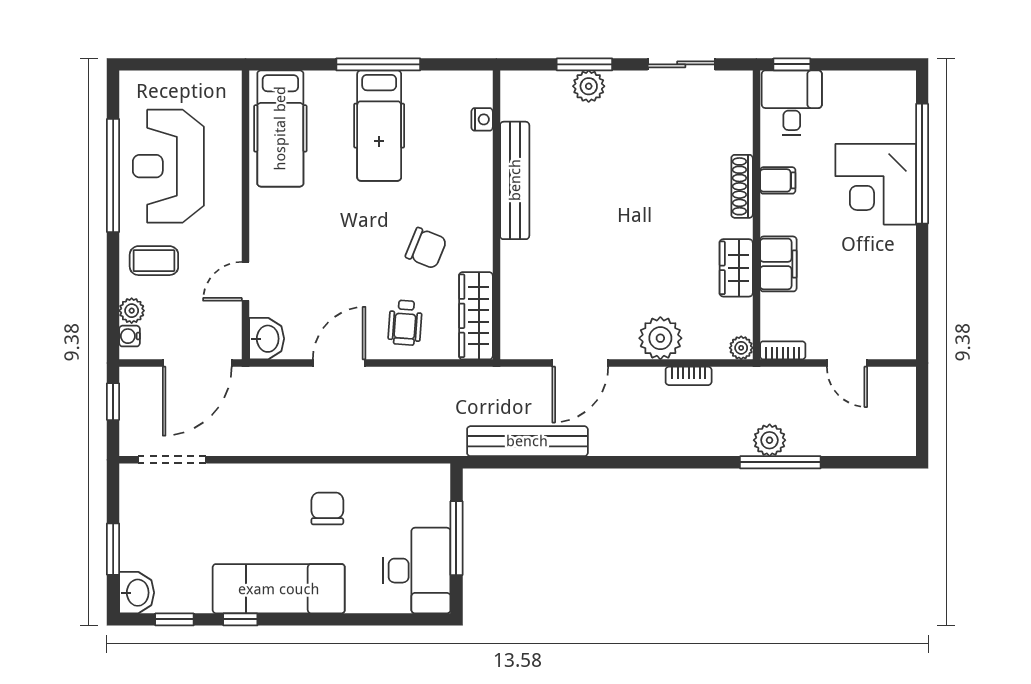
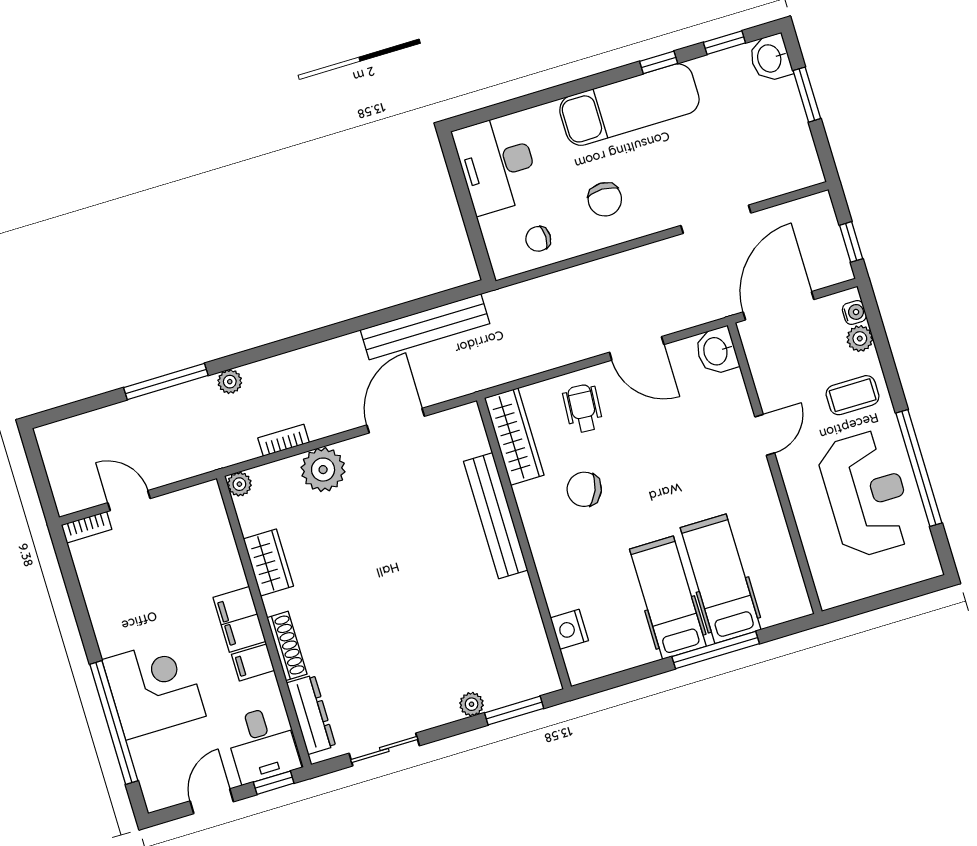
window: (378, 64) -> (716, 650), moved
window: (584, 64) -> (514, 711), moved
door: (854, 64) -> (212, 801), added
plant: (589, 86) -> (472, 704), width x0.73, depth x0.73
dresser: (739, 117) -> (311, 715), added
nightstand: (482, 119) -> (569, 629), width x1.39, depth x1.35
hospital bed: (280, 128) -> (721, 579), moved
bench: (515, 180) -> (496, 516), moved
filing cabinet: (778, 264) -> (239, 619), moved
door: (245, 281) -> (765, 435), moved
bookcase: (783, 350) -> (87, 527), moved
door: (339, 363) -> (637, 348), hinge flipped
plant: (770, 440) -> (230, 382), moved, width x0.73, depth x0.73
doorway: (172, 460) -> (716, 219), moved
chair: (399, 491) -> (538, 239), added
window: (456, 538) -> (467, 208), removed

